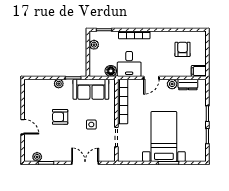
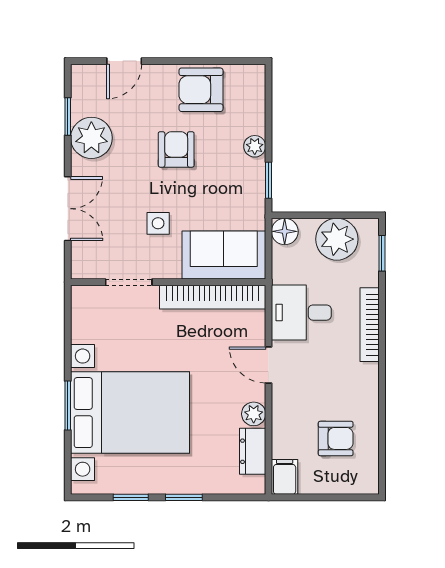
plant: (94, 45) -> (337, 239), width x1.88, depth x1.88
floor lamp: (111, 71) -> (285, 231), moved
sofa: (91, 89) -> (224, 255), moved, turned 90
armchair: (35, 106) -> (201, 90), added
door: (23, 127) -> (124, 61), moved
bed with nightstands: (164, 136) -> (130, 413), width x1.36
plant: (37, 157) -> (91, 138), moved, width x1.87, depth x1.87

